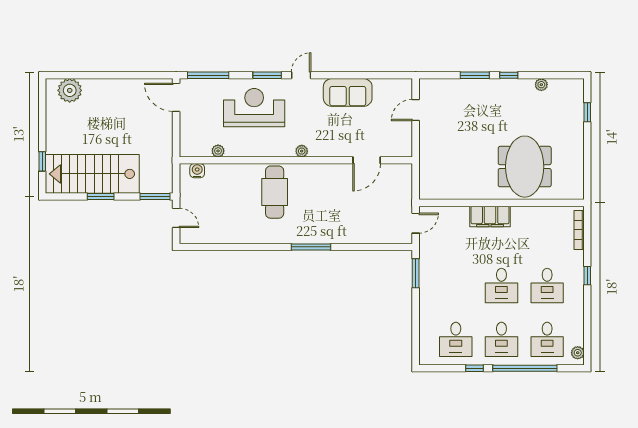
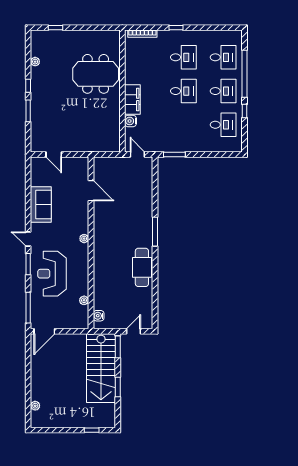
plant: (70, 90) -> (35, 406), width x0.53, depth x0.53
stairs: (92, 174) -> (101, 368), moved
cafe table: (275, 192) -> (142, 267), moved, turned 90
water cooler: (461, 214) -> (130, 121), added
plant: (578, 353) -> (233, 35), removed

